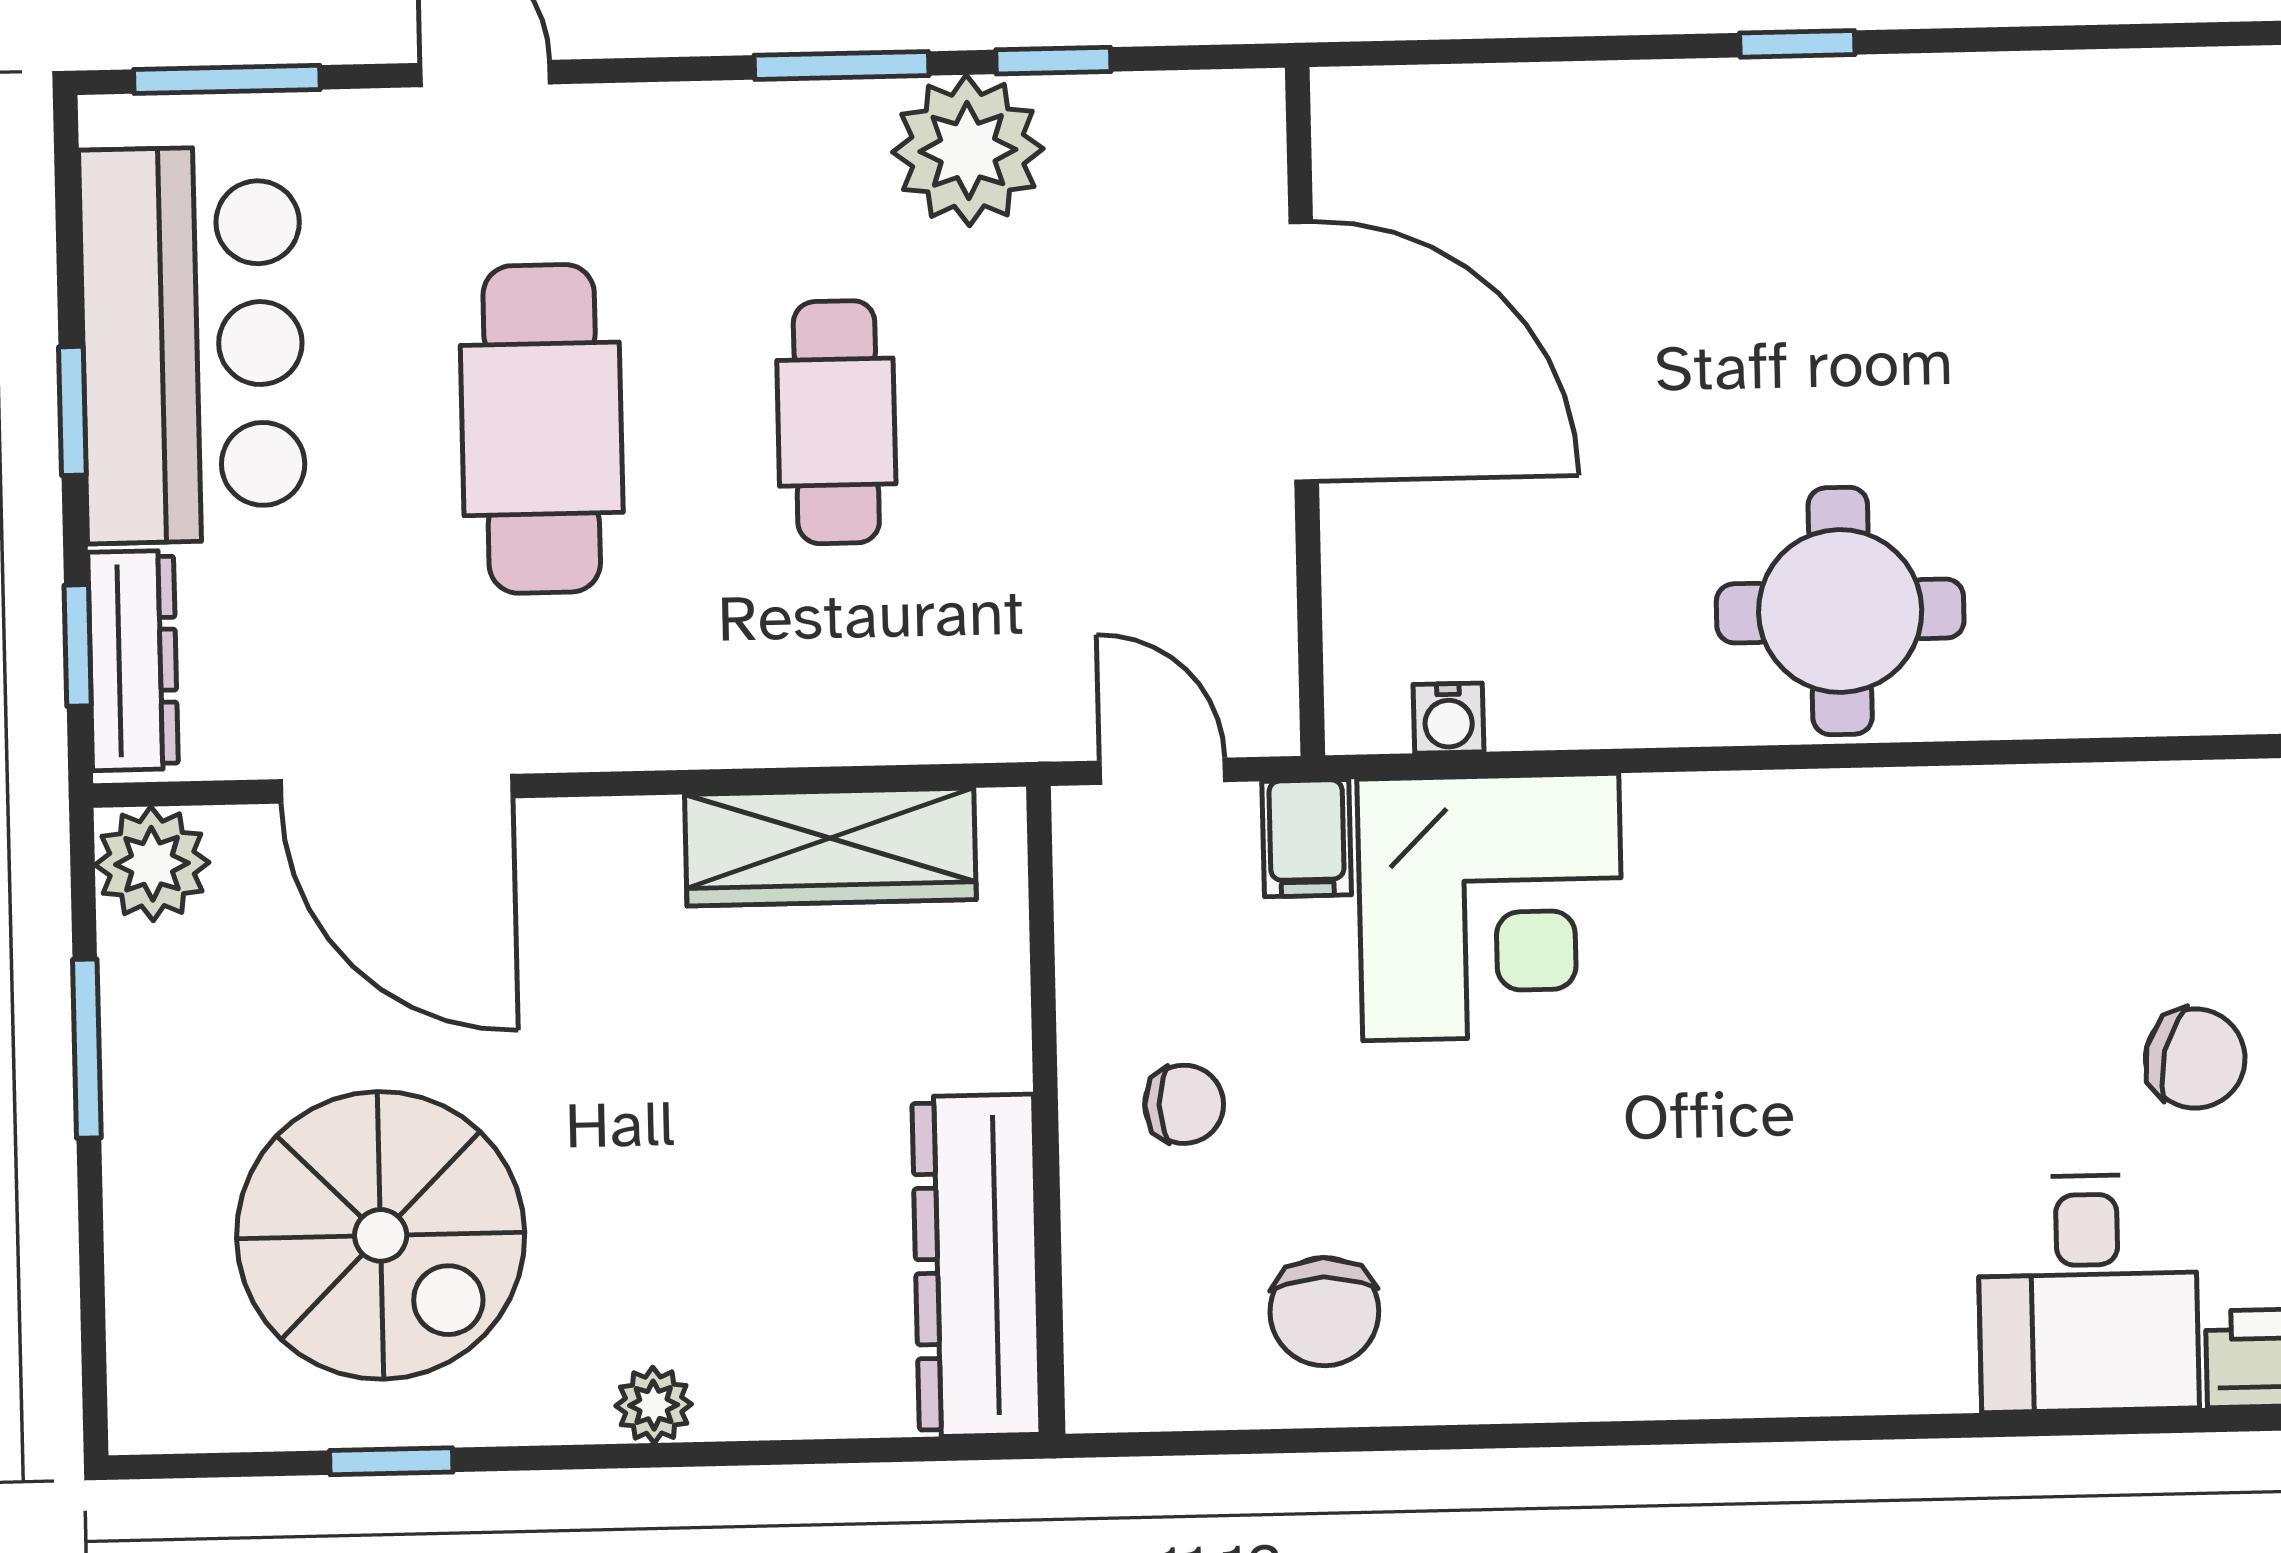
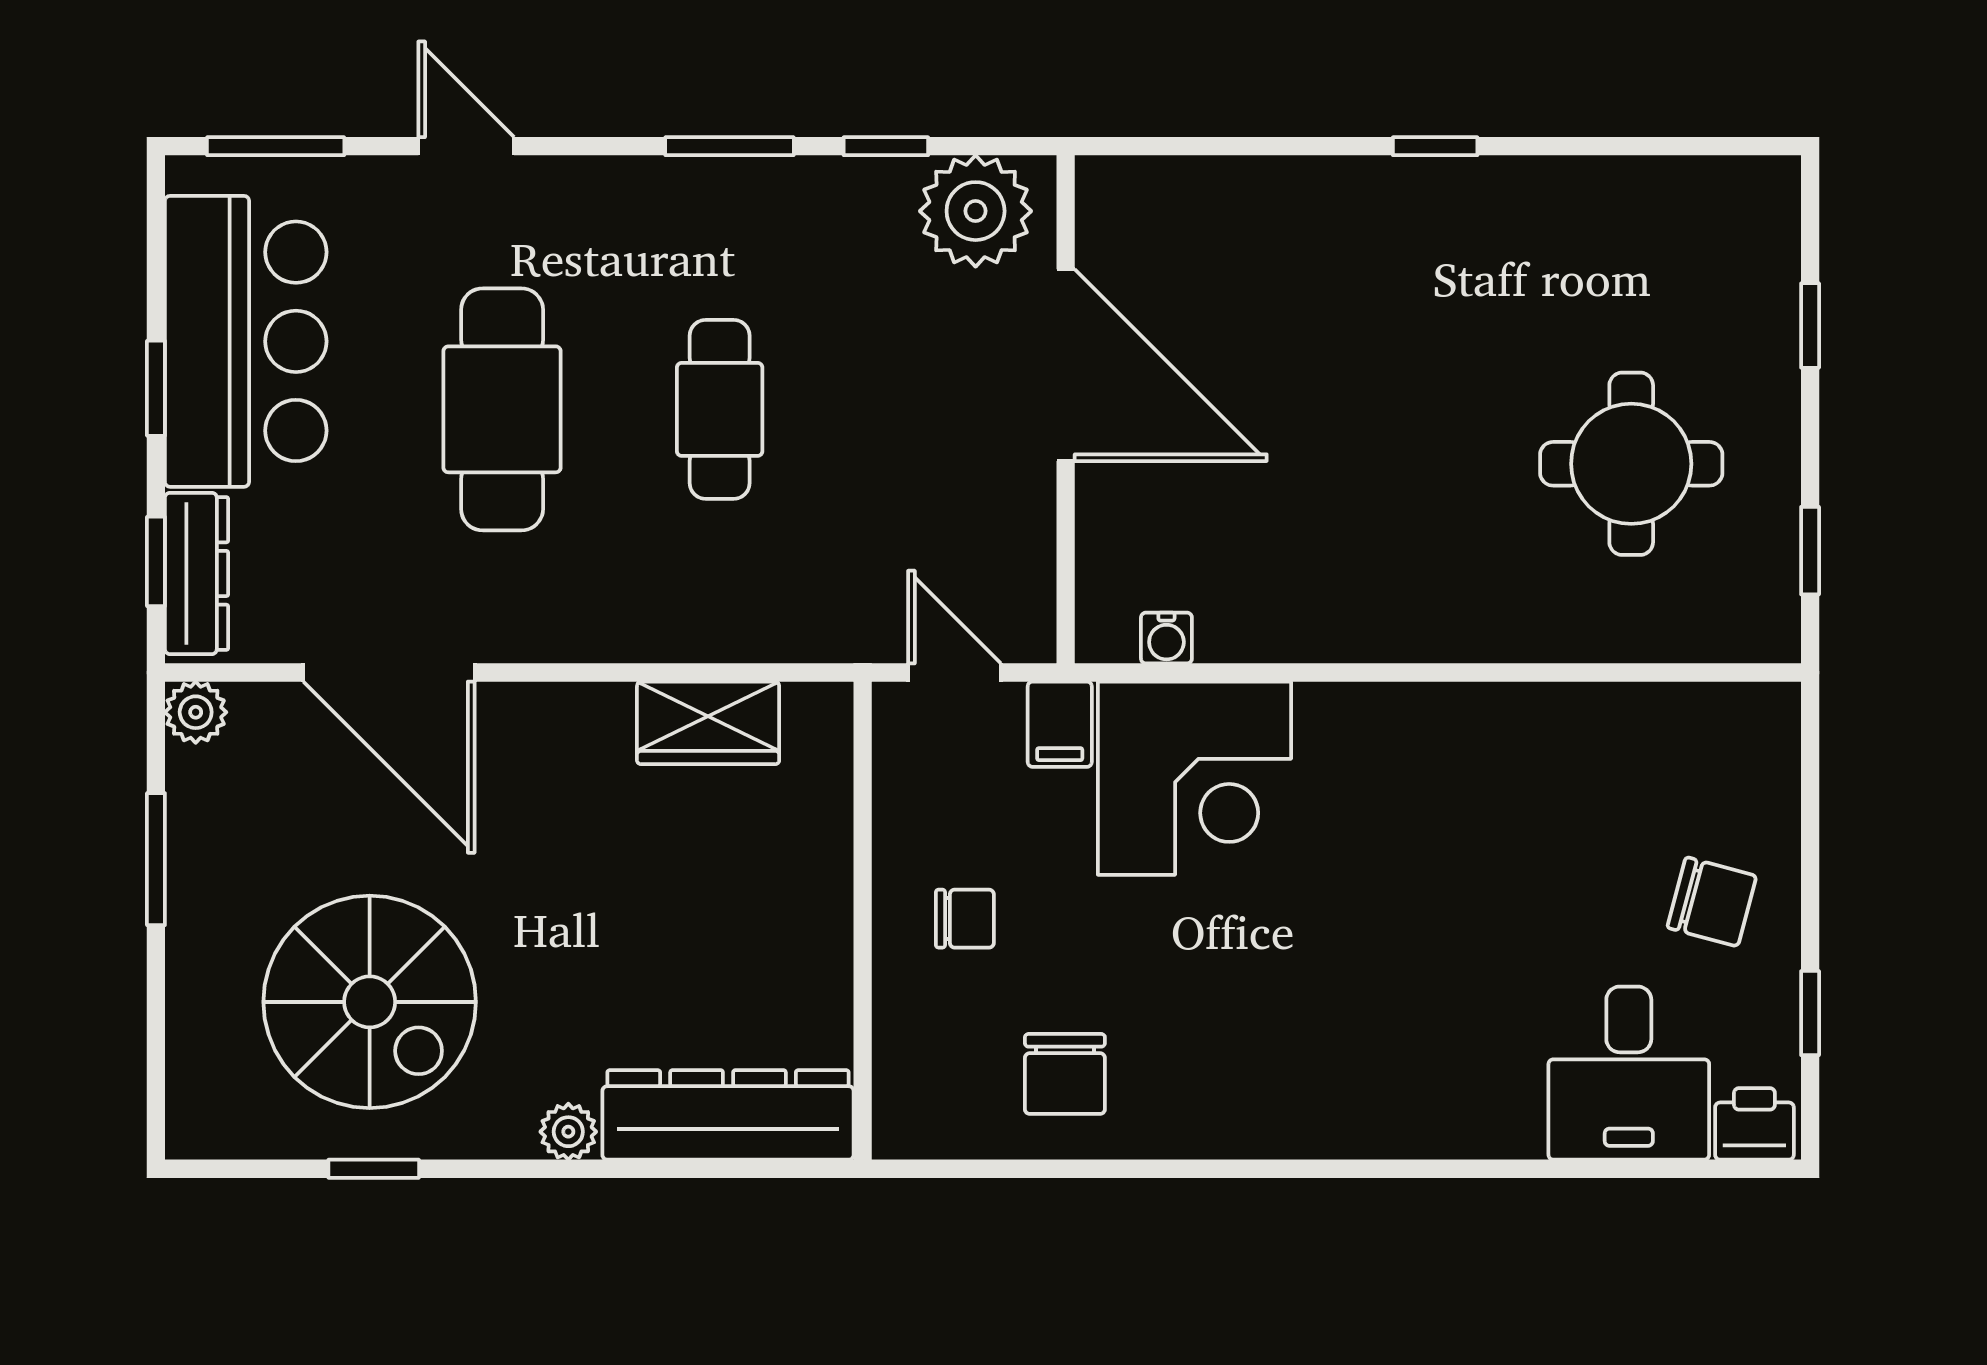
plant: (968, 150) -> (976, 211), moved
round table: (1840, 611) -> (1631, 464), moved
wardrobe: (830, 847) -> (708, 723), width x0.67
plant: (152, 864) -> (196, 712), width x0.73, depth x0.73
dresser: (976, 1265) -> (728, 1115), moved, turned 90

